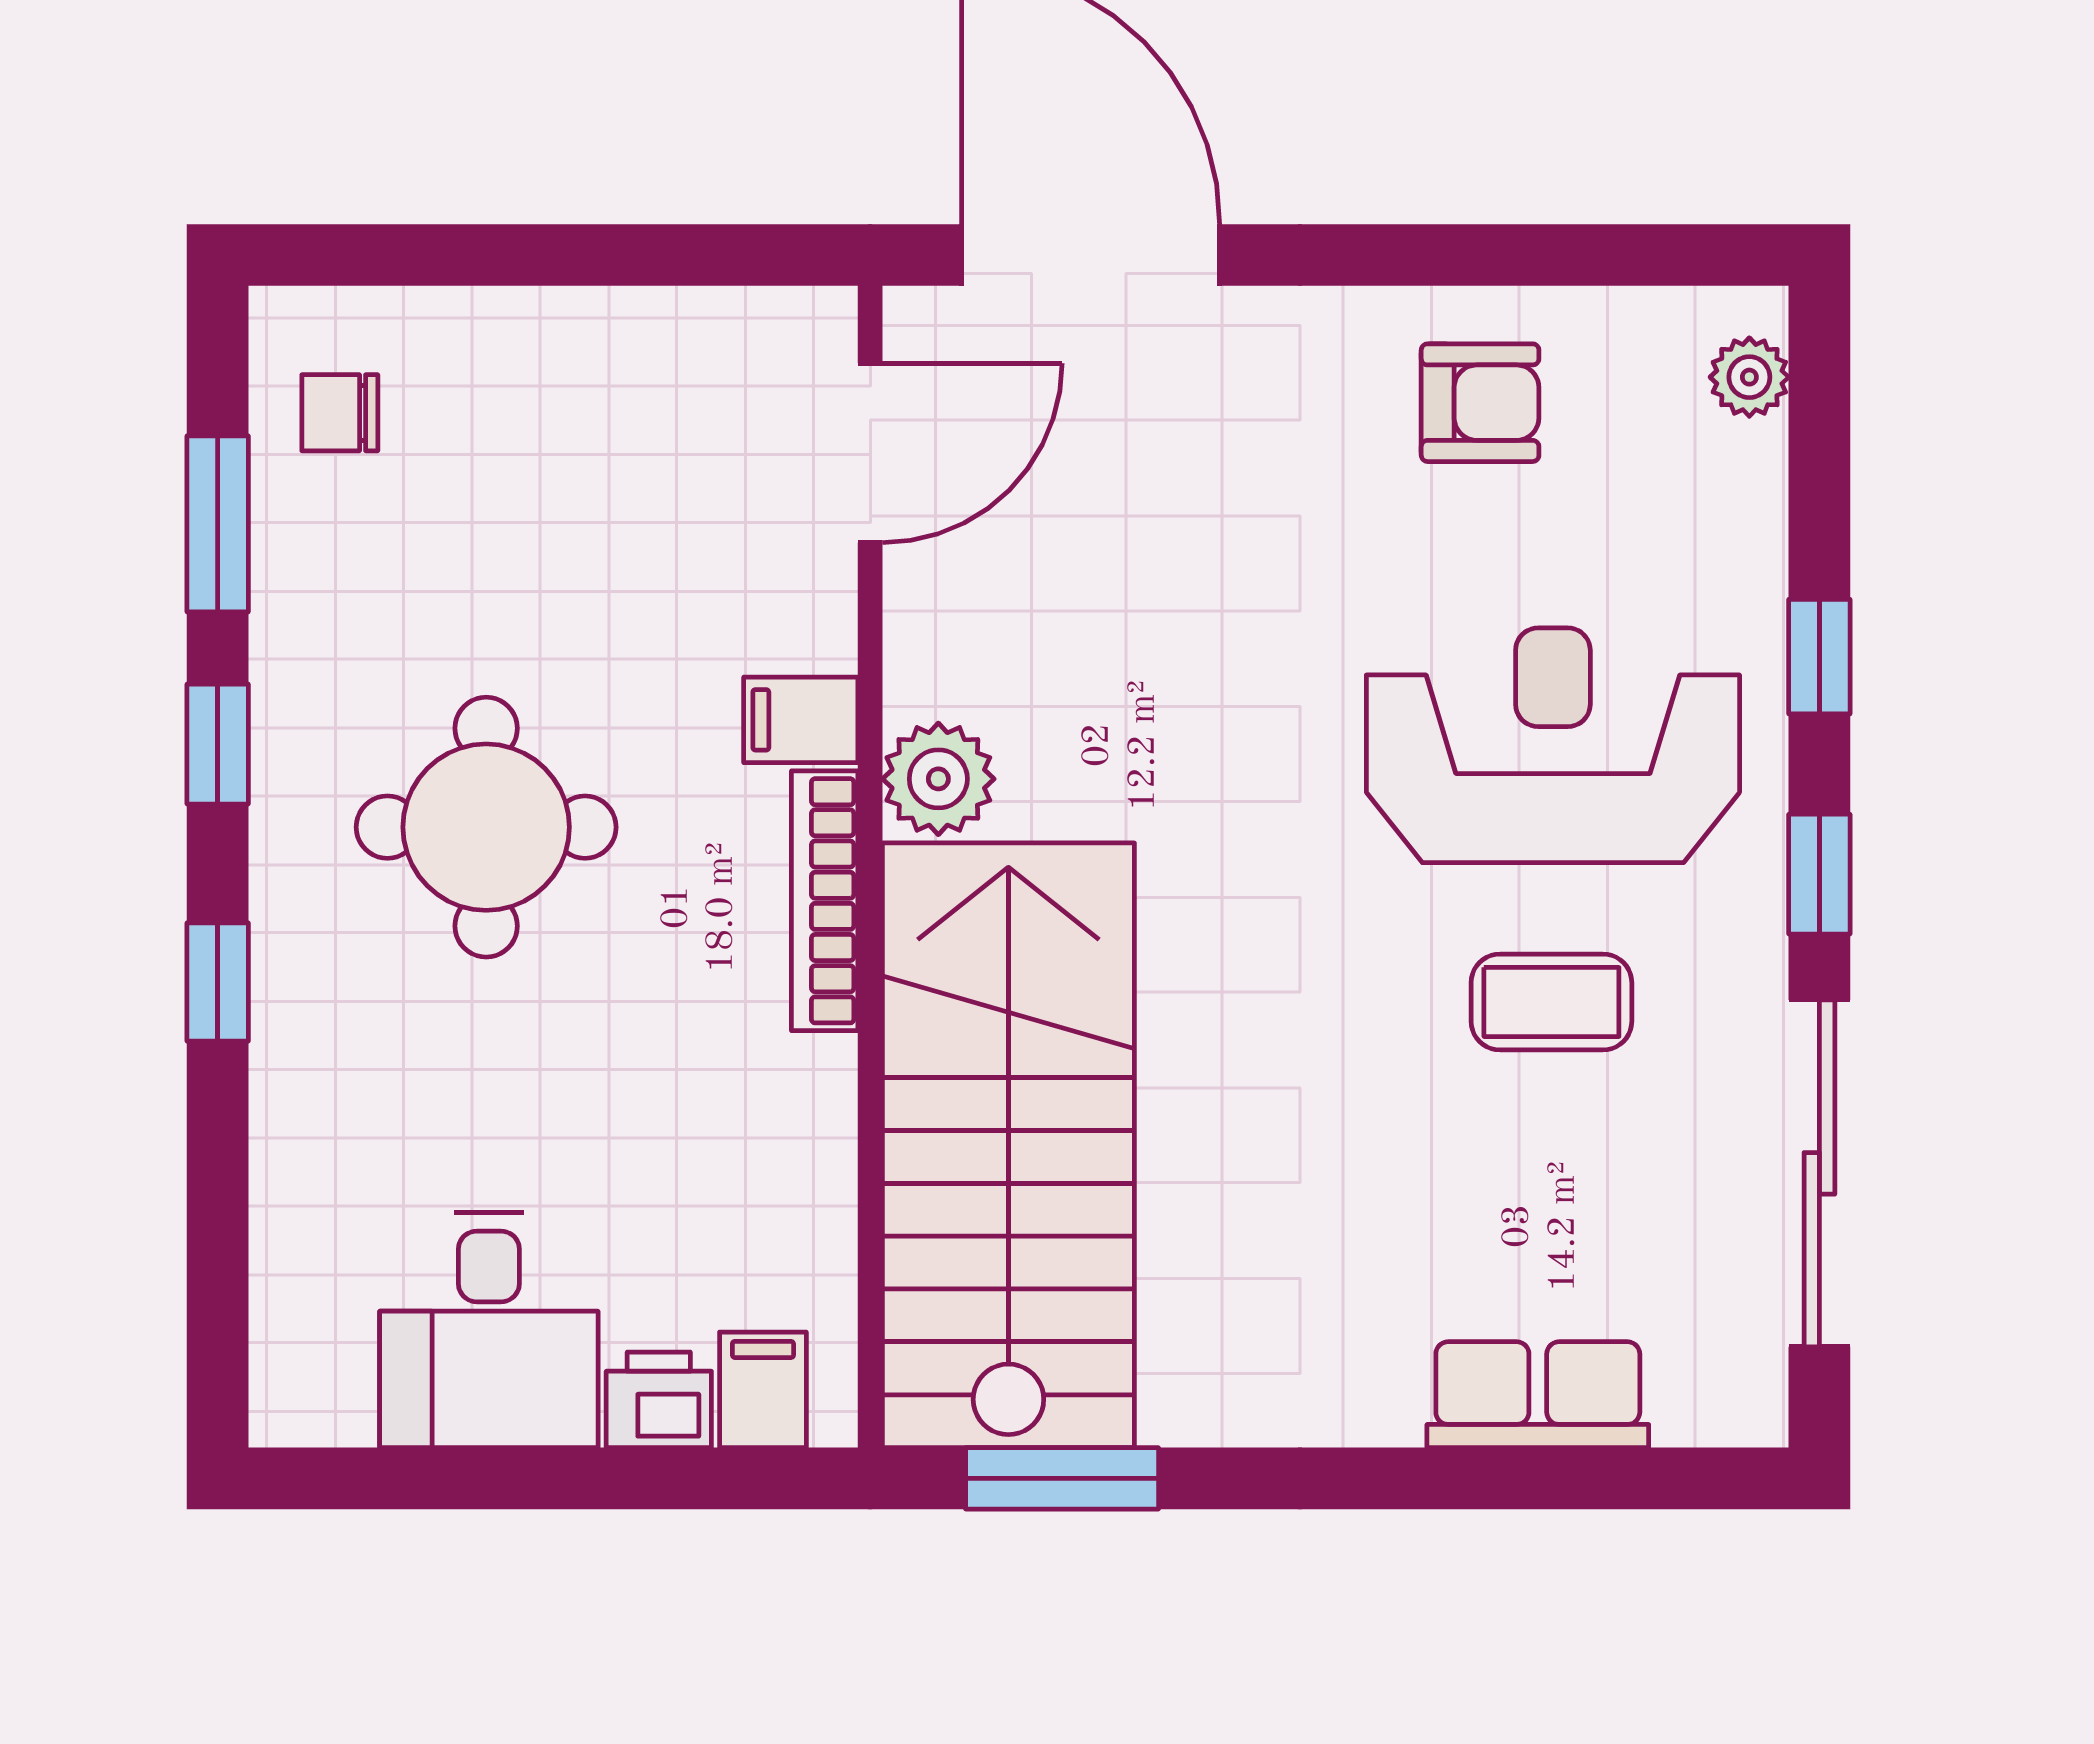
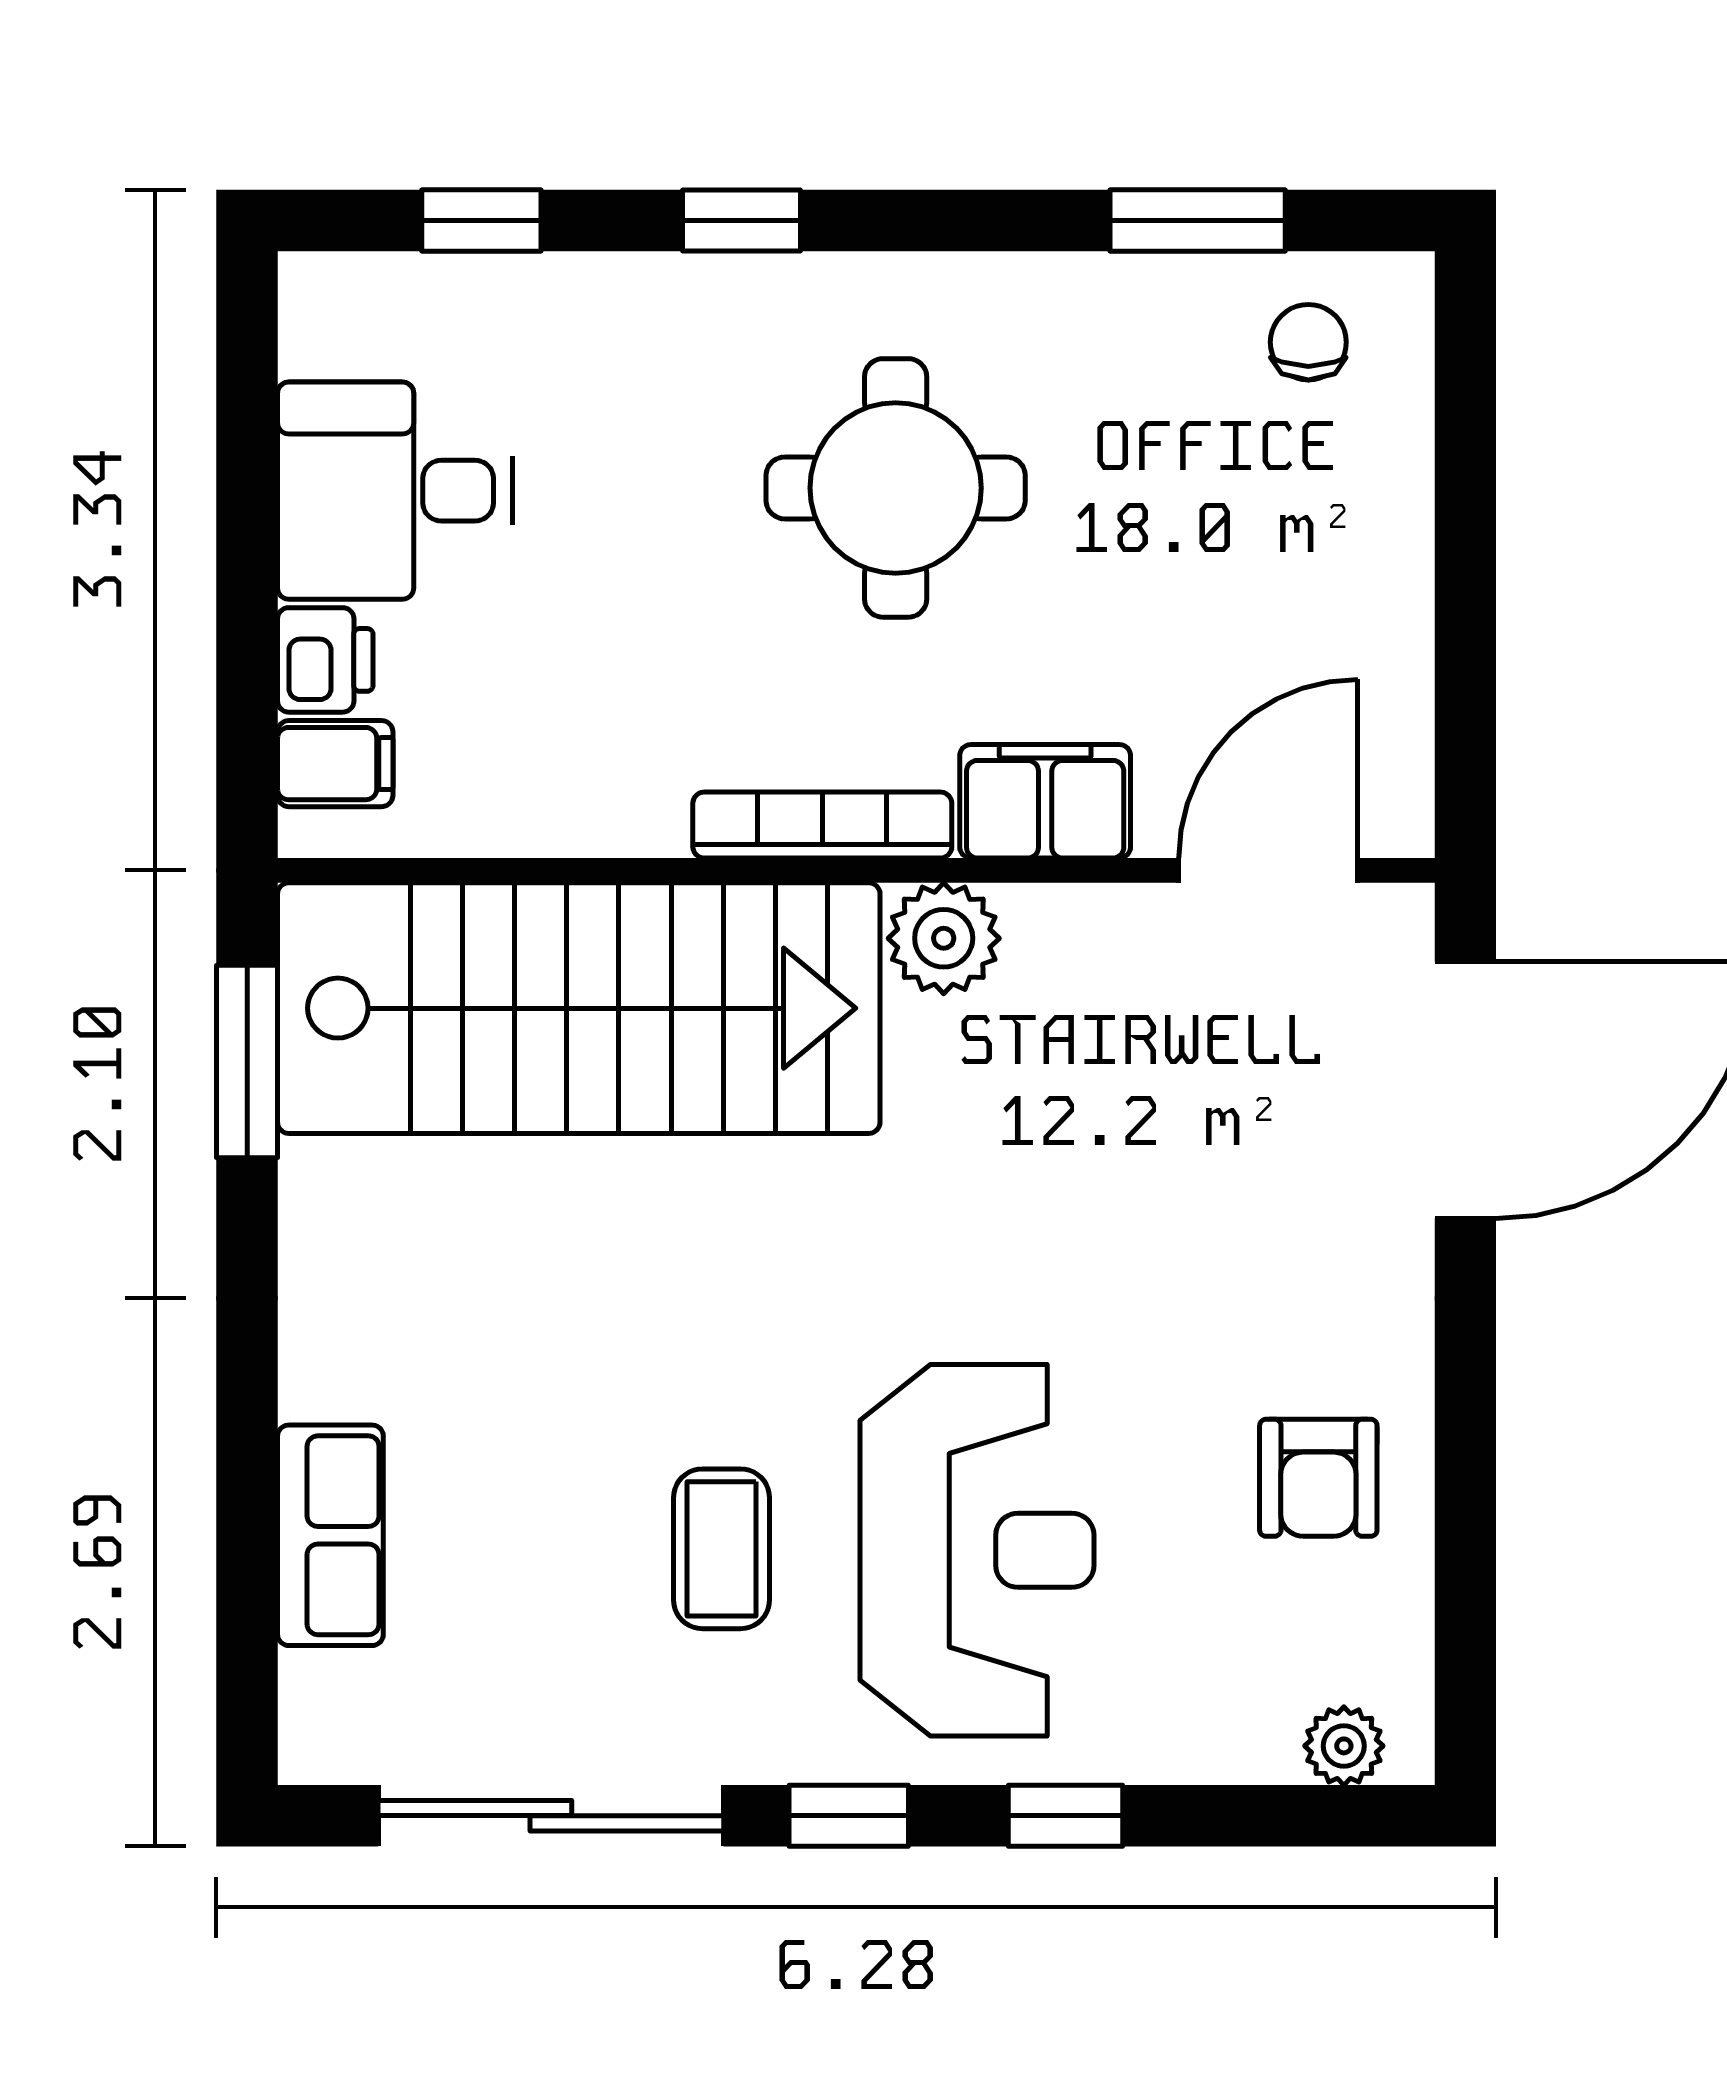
door: (870, 453) -> (1268, 870), swing flipped
filing cabinet: (801, 720) -> (1045, 801), width x2.00
window: (218, 744) -> (481, 220), moved

